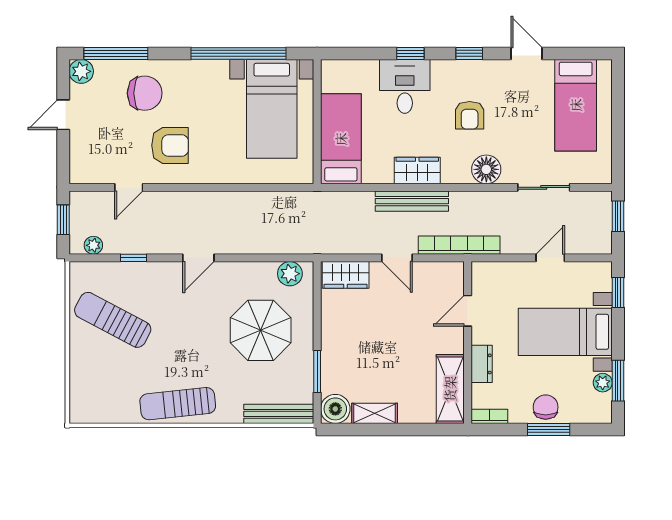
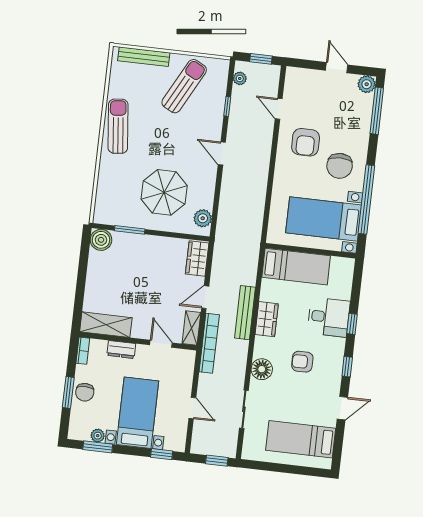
chair: (145, 93) -> (340, 166), moved
chair: (546, 407) -> (85, 392), turned 90
shelving: (375, 413) -> (191, 328), moved
bench: (279, 414) -> (144, 57), moved, turned 90

